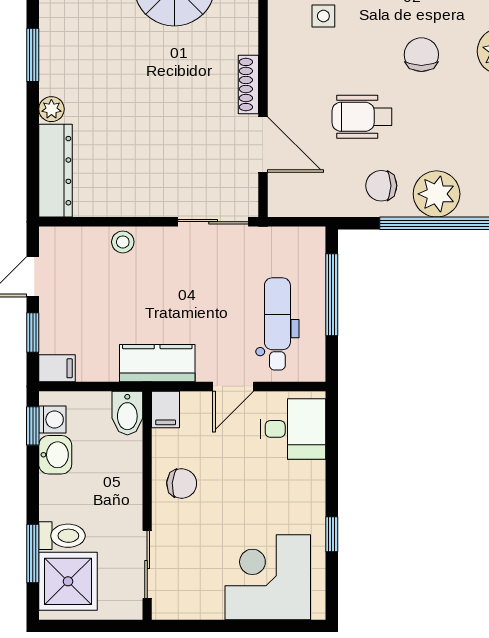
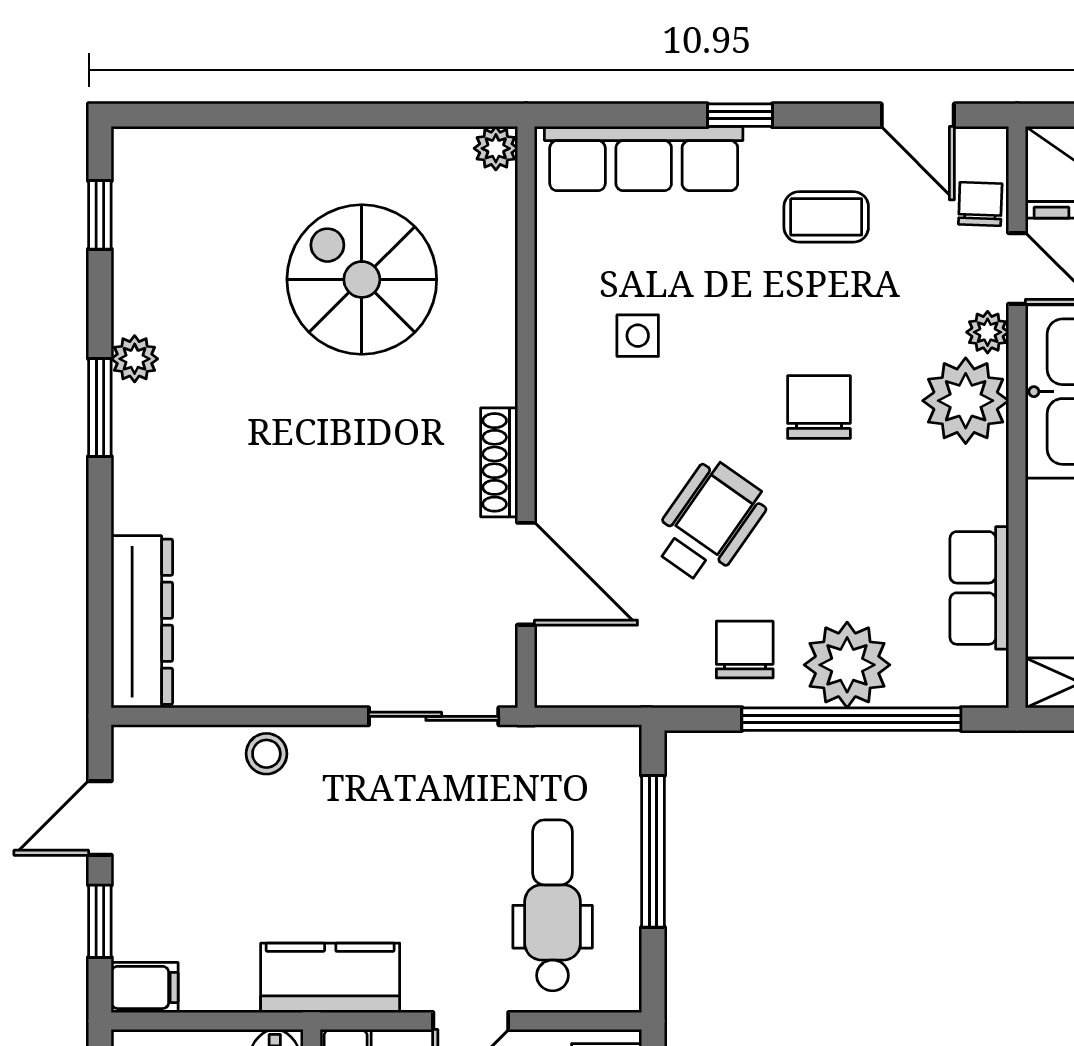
plant: (51, 109) -> (135, 359), moved
wheelchair: (362, 117) -> (709, 522), turned 125
chair: (381, 186) -> (745, 650), turned 90

